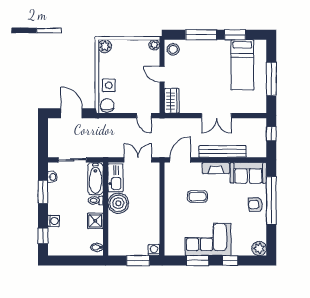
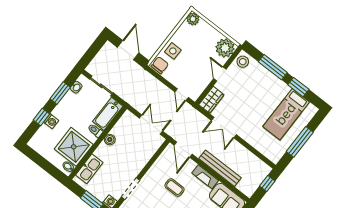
plant: (154, 45) -> (225, 48), width x1.87, depth x1.87
double door: (217, 116) -> (224, 128), moved
door: (180, 160) -> (183, 150), swing flipped
kitchen sink: (115, 178) -> (89, 169), moved
boiler: (118, 203) -> (110, 140), width x0.54, depth x0.54
shower: (95, 221) -> (74, 147), width x1.86, depth x1.86
doorway: (162, 225) -> (131, 189), added
window: (43, 236) -> (41, 117), moved

